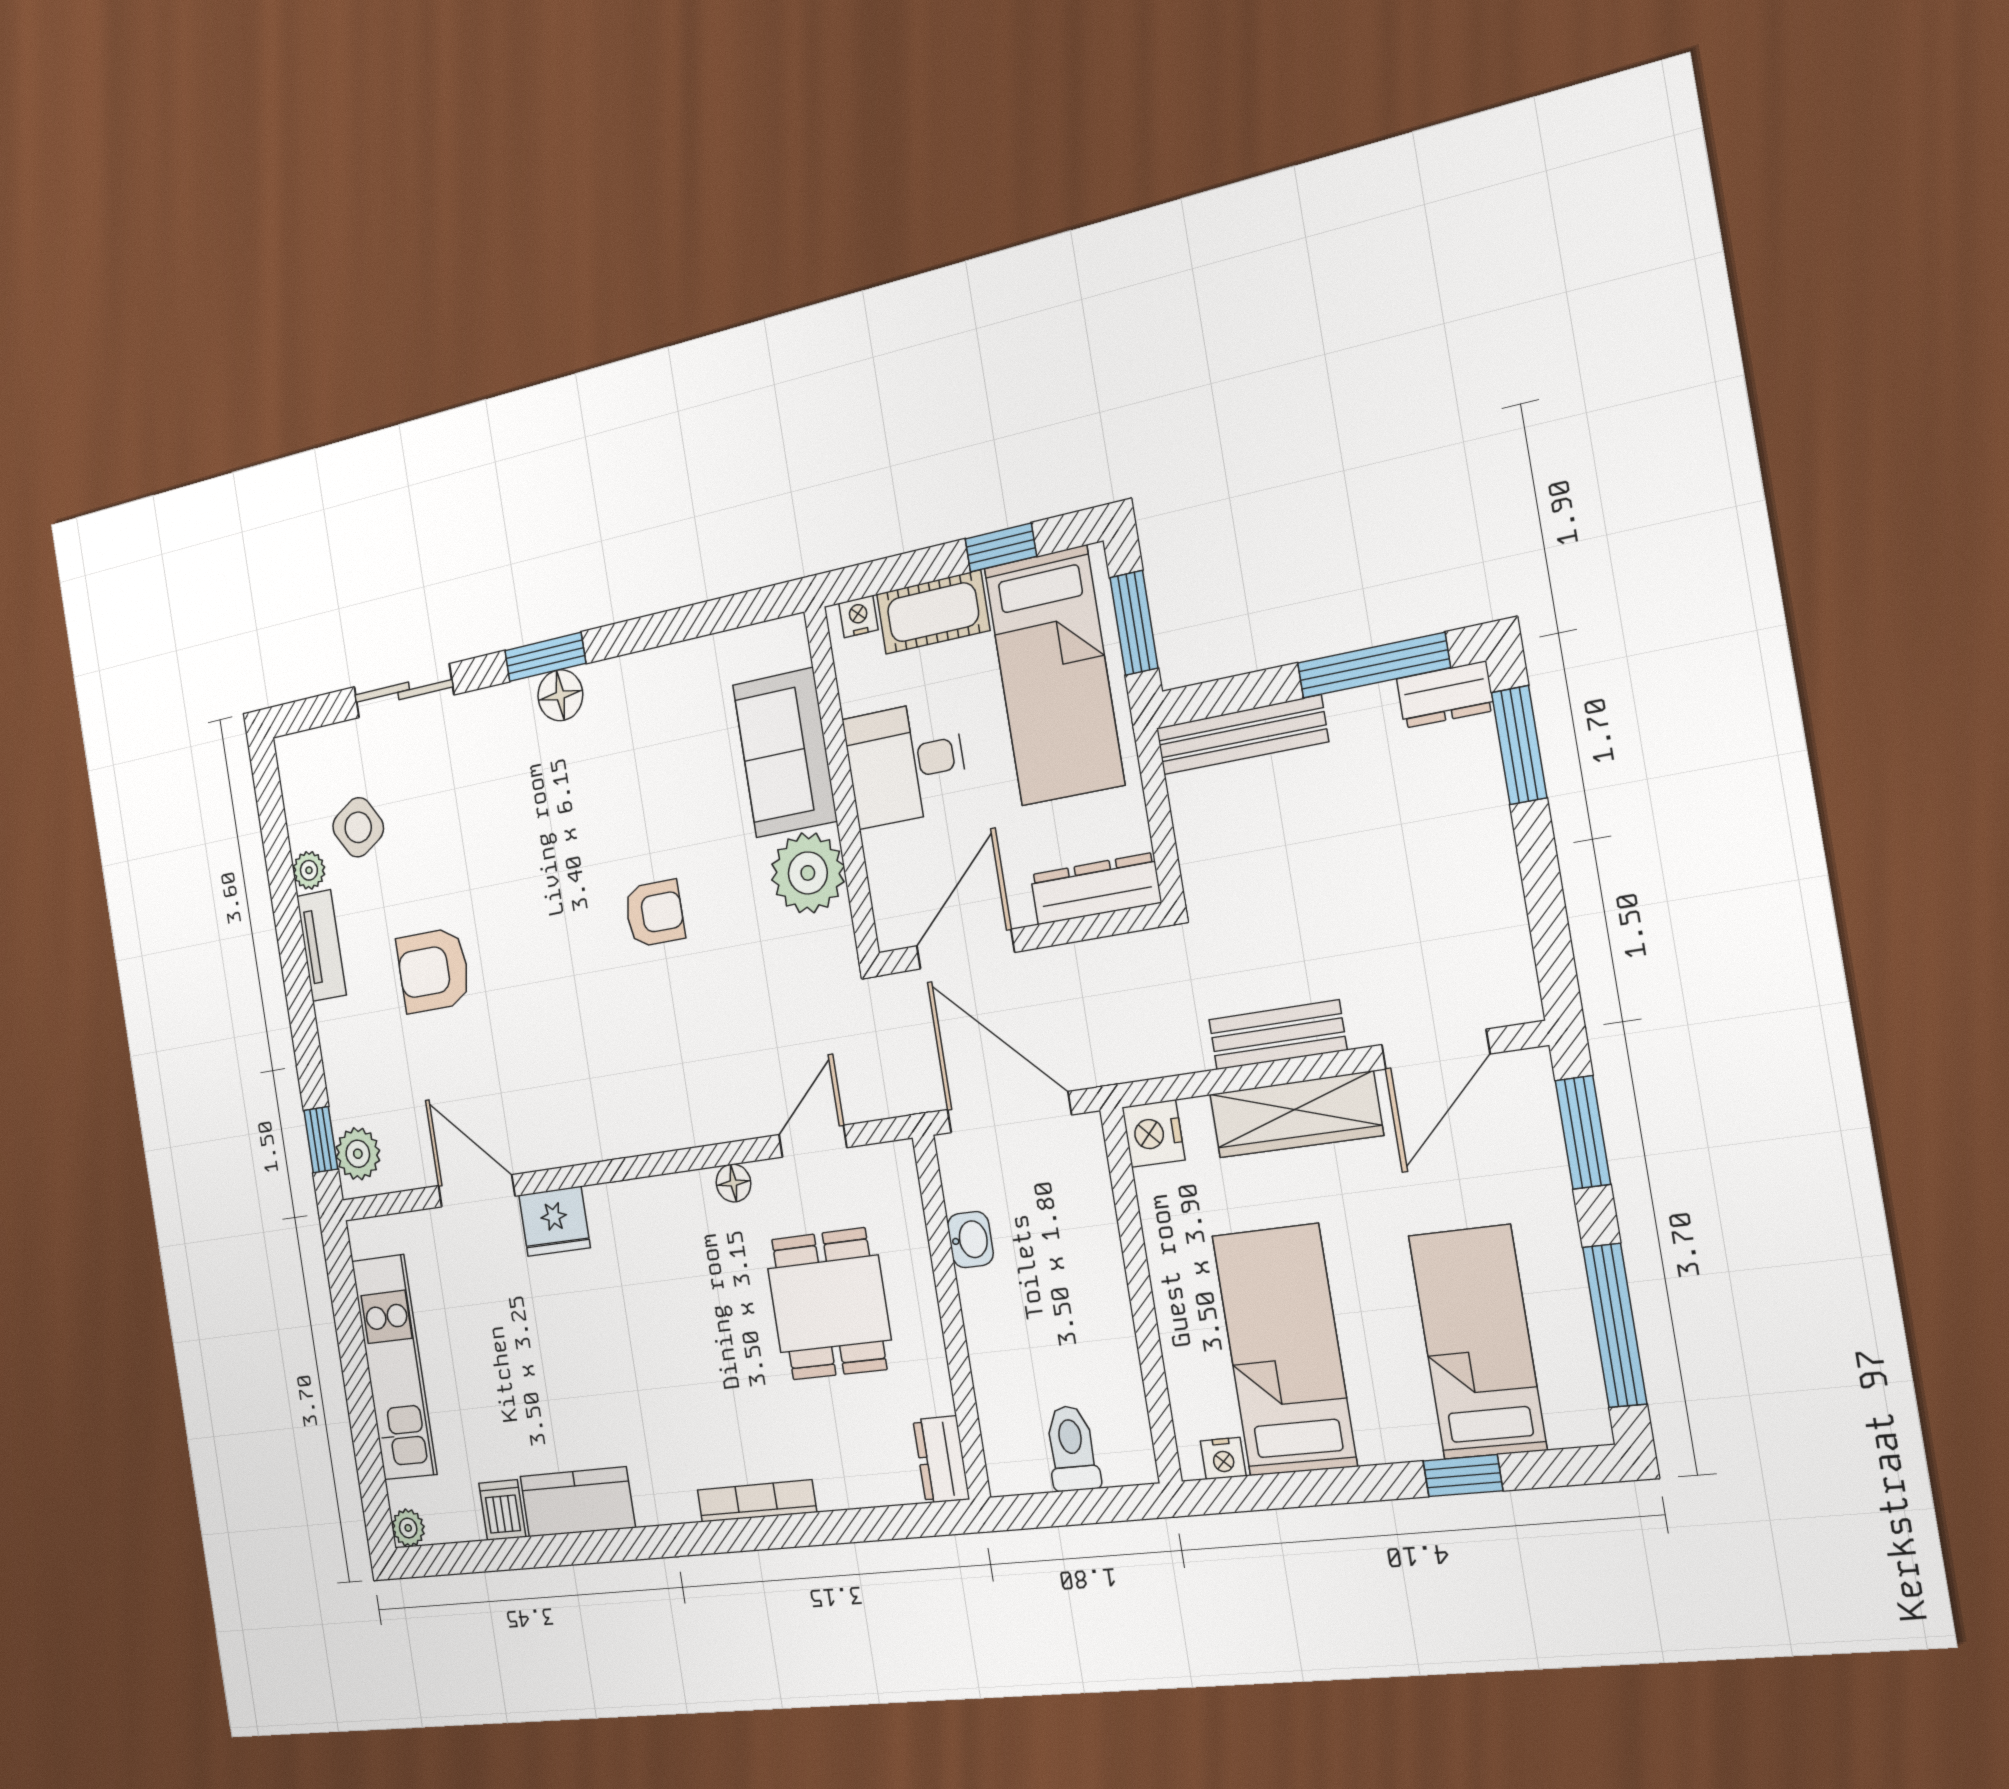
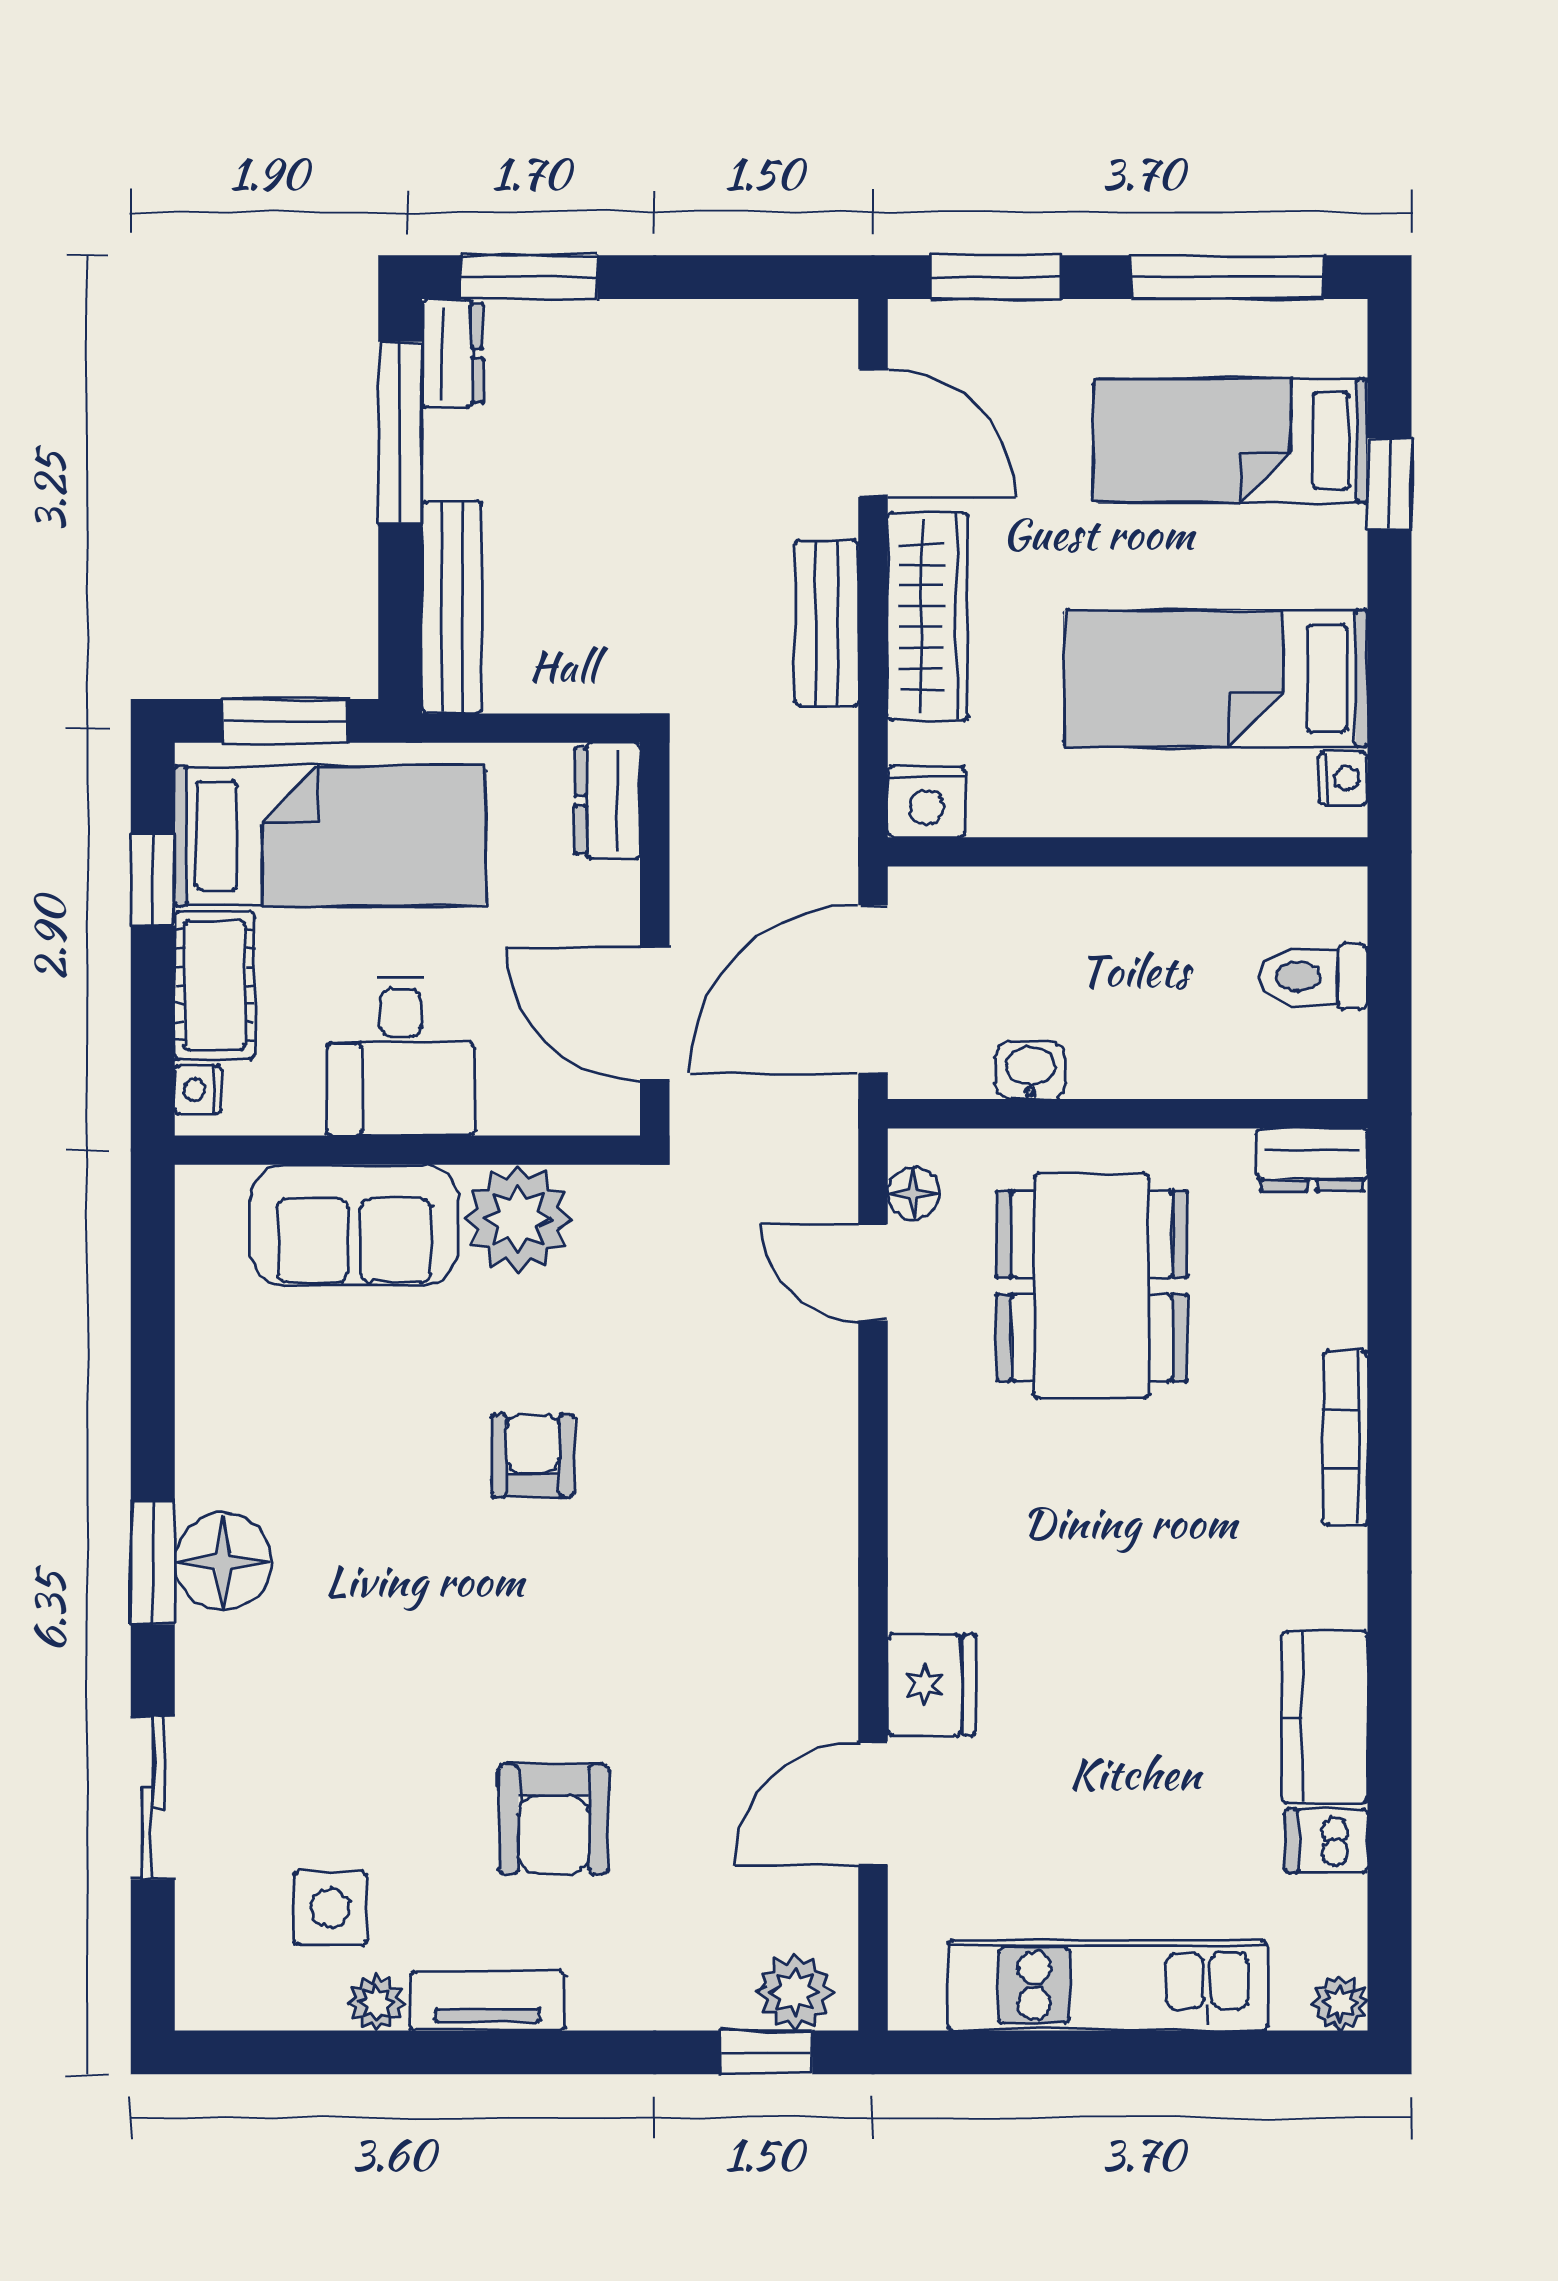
floor lamp: (560, 695) -> (223, 1562), width x1.38, depth x1.38
side table: (358, 827) -> (330, 1908), turned 32
dresser: (1096, 889) -> (608, 801), width x0.70
floor lamp: (733, 1183) -> (913, 1193), moved
dining table: (829, 1304) -> (1092, 1286), width x1.38

